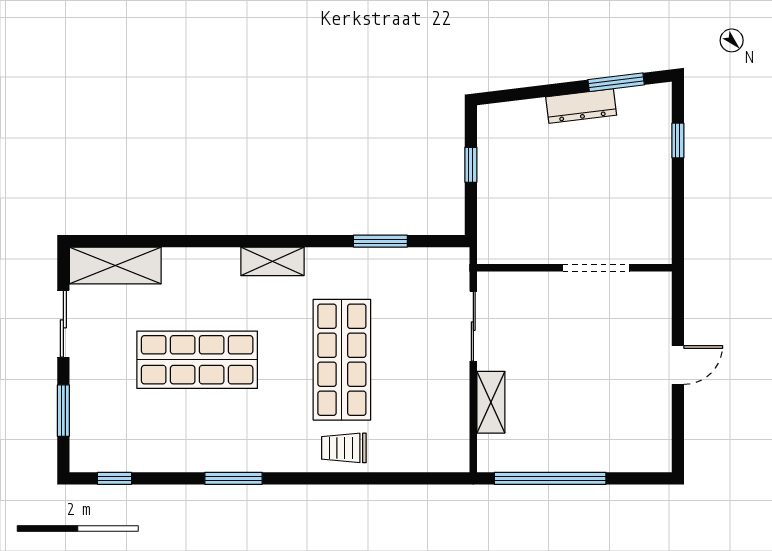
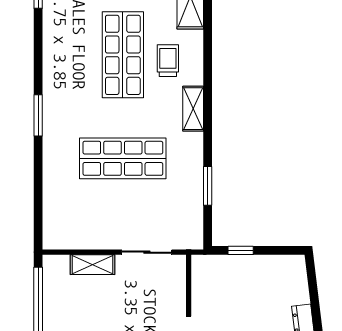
window: (471, 165) -> (241, 250), moved
trolley: (344, 448) -> (168, 61), moved
window: (234, 478) -> (38, 115), moved

